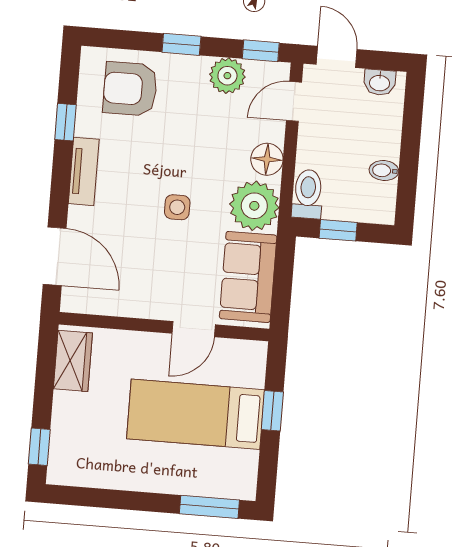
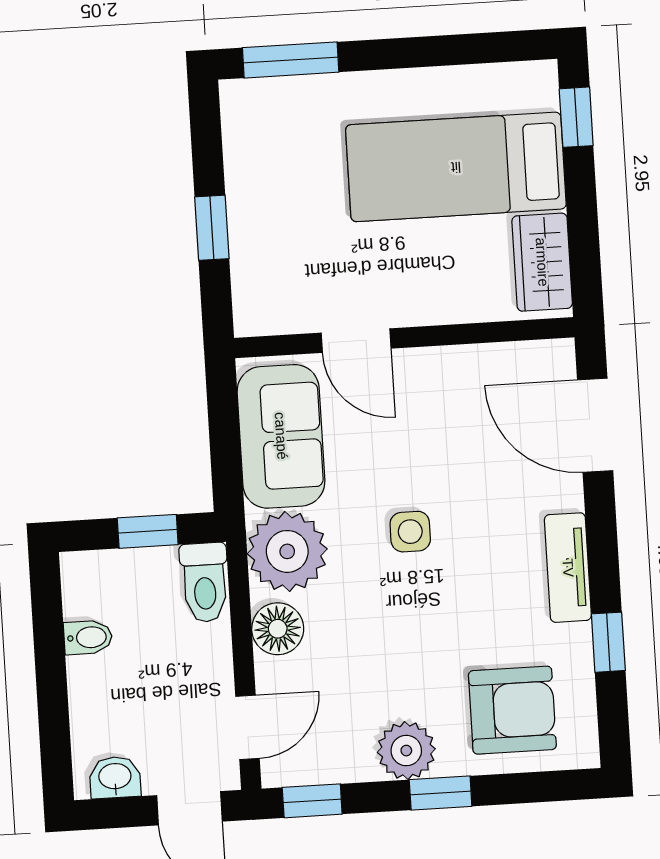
plant: (227, 76) -> (406, 751), moved
door: (194, 329) -> (356, 341), swing flipped
bed: (196, 414) -> (456, 167), moved, turned 180

